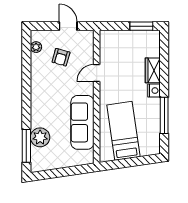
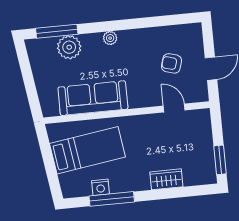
plant: (36, 47) -> (110, 38), moved
door: (97, 73) -> (174, 108), moved
nightstand: (154, 91) -> (101, 187), moved

